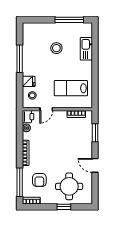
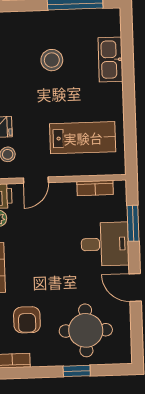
lab bench: (71, 88) -> (83, 138), turned 180
desk: (80, 143) -> (105, 244), added

